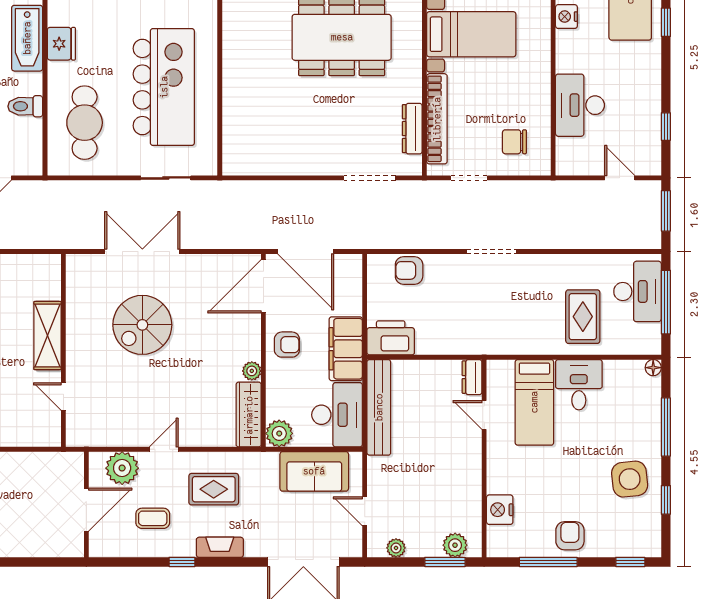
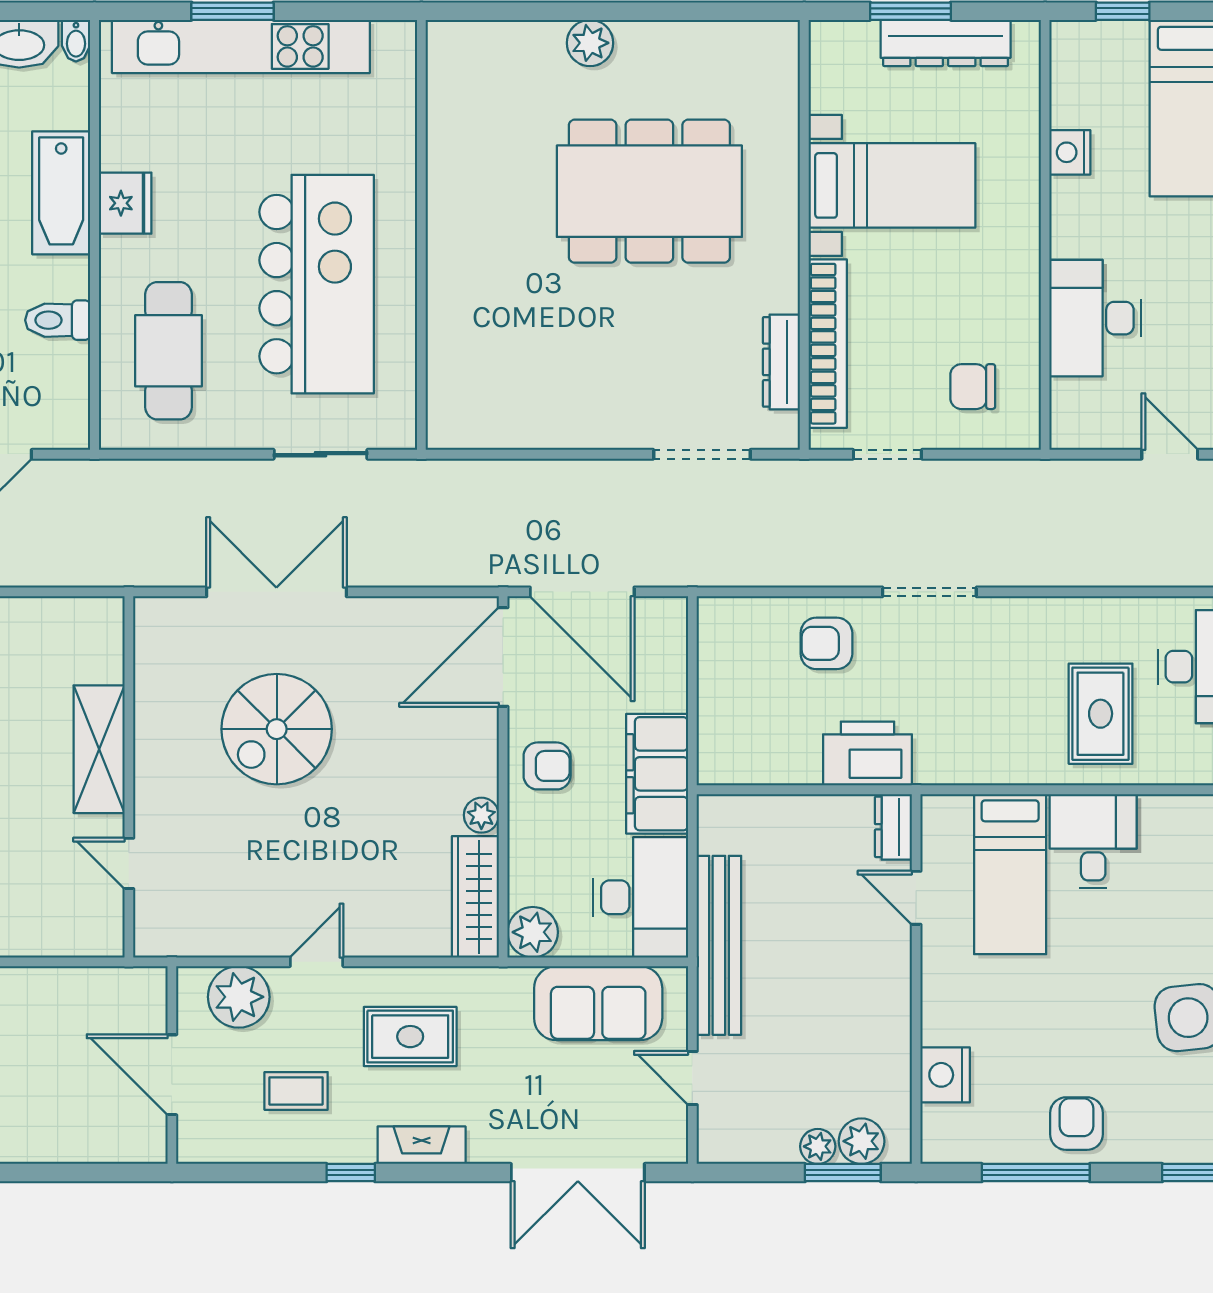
armchair: (409, 270) -> (826, 643), moved
printer: (391, 338) -> (868, 754), moved
bench: (379, 407) -> (719, 945), moved
door: (86, 510) -> (172, 1075), swing flipped
plant: (396, 548) -> (818, 1146), moved

